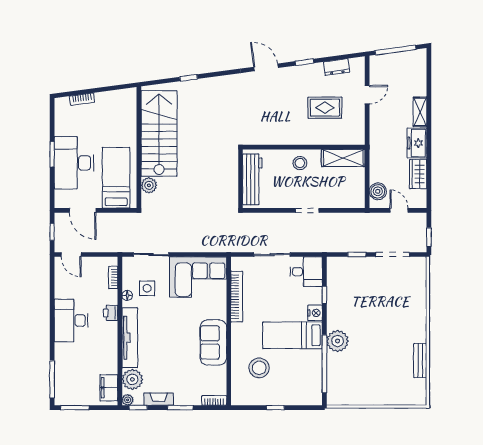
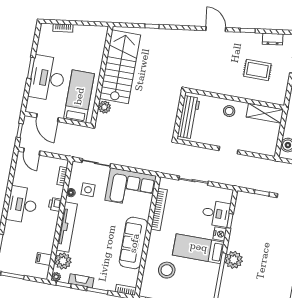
desk: (306, 272) -> (216, 213), moved
sofa: (213, 342) -> (134, 243), width x1.36
filing cabinet: (109, 388) -> (44, 259), width x0.50

